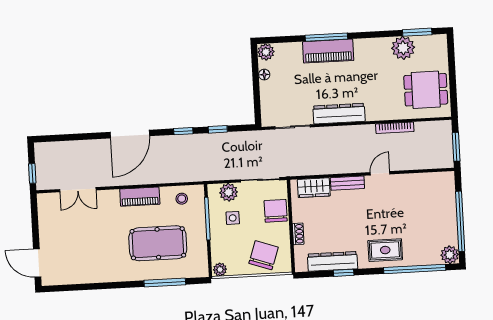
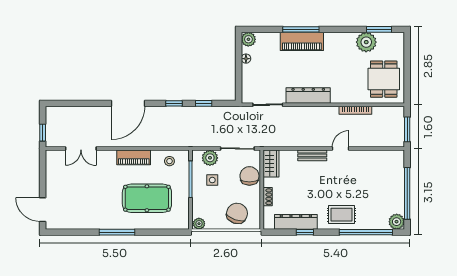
dining table: (426, 90) -> (384, 79), turned 90
wardrobe: (314, 188) -> (271, 164), moved, turned -90
window: (165, 282) -> (117, 232), moved

